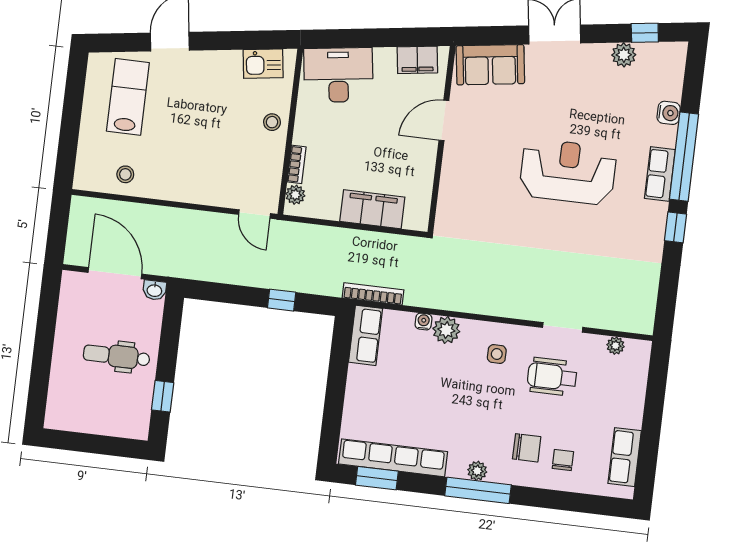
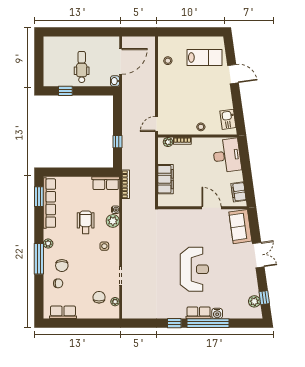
plant: (624, 55) -> (254, 301), moved
water cooler: (669, 113) -> (217, 313), moved
wheelchair: (552, 377) -> (86, 222), moved
chair: (602, 378) -> (99, 297), added
window: (478, 490) -> (39, 259), moved

